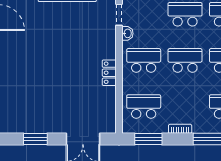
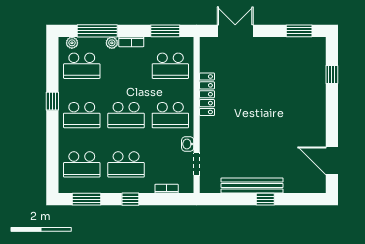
locker: (109, 73) -> (207, 94), width x1.53
plant: (198, 128) -> (112, 43), added
window: (35, 139) -> (299, 31), moved

